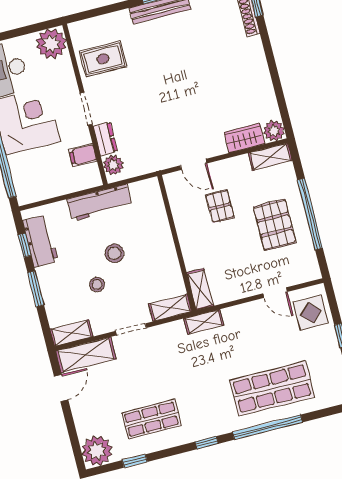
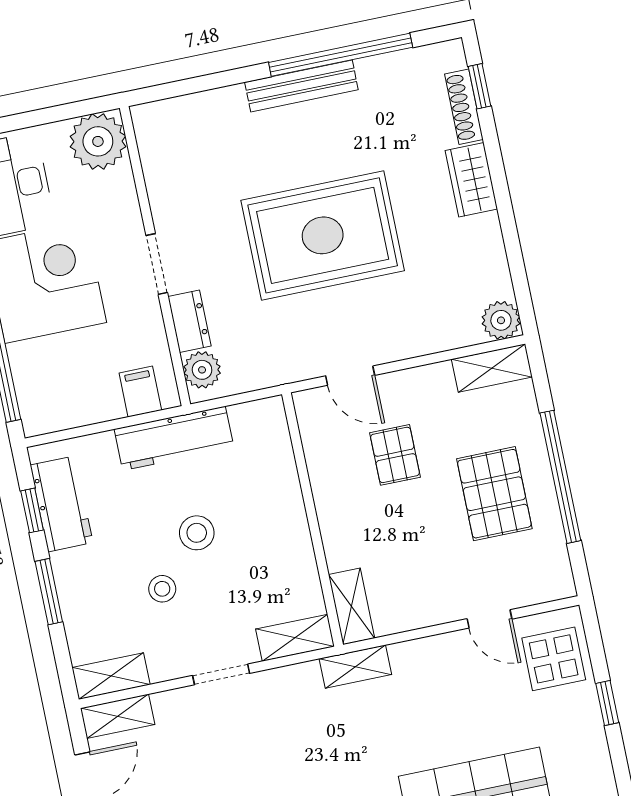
rug: (103, 59) -> (323, 235), moved, width x1.86, depth x2.06
wardrobe: (244, 138) -> (471, 180), moved, turned -90
filing cabinet: (83, 155) -> (140, 392), moved, turned 90
shelving: (86, 355) -> (118, 716), width x0.67, depth x0.75

